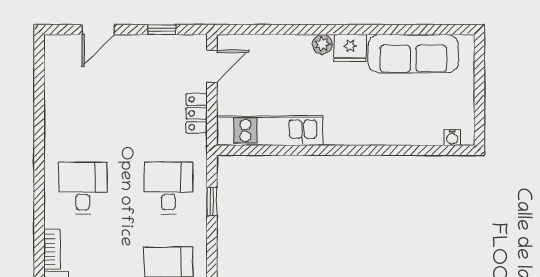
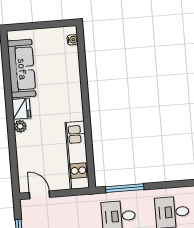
locker: (197, 113) -> (70, 202), removed
window: (212, 201) -> (125, 188), width x2.17

